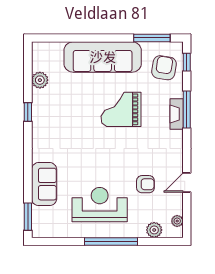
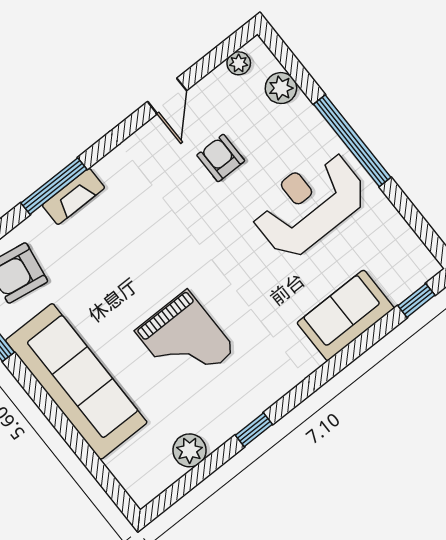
grand piano: (121, 109) -> (185, 341), moved
door: (187, 183) -> (167, 96), hinge flipped
reception desk: (100, 205) -> (309, 204), turned 90
window: (28, 217) -> (416, 300), width x0.67

